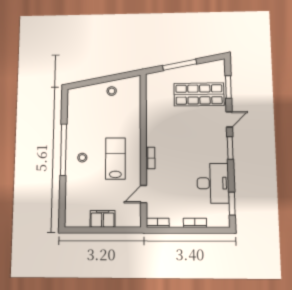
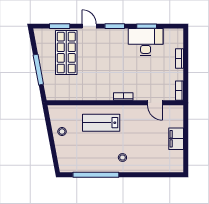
window: (63, 150) -> (96, 175), moved
lab bench: (115, 159) -> (101, 123), moved
window: (232, 204) -> (147, 26), moved

